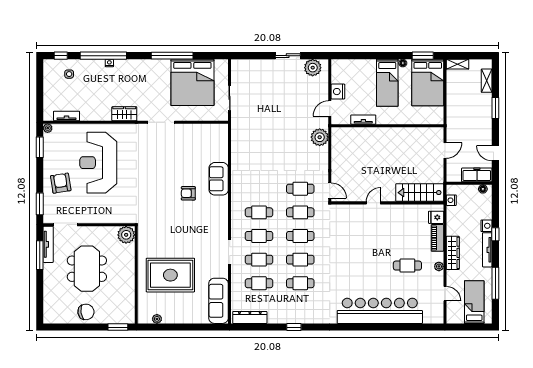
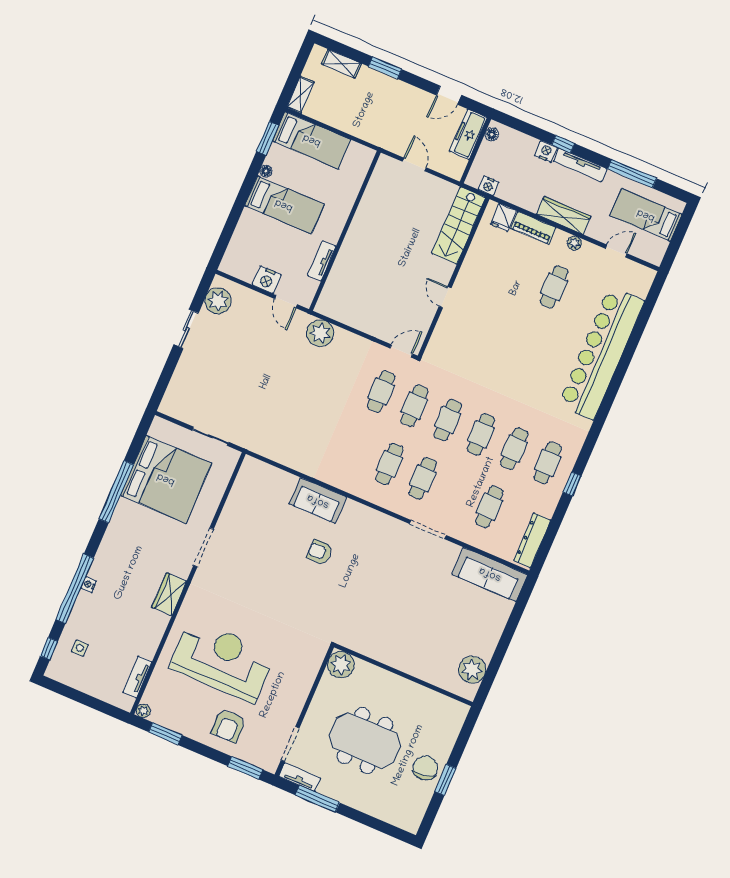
bed: (428, 82) -> (312, 140), width x0.67
reception desk: (98, 163) -> (222, 660), turned 180
armchair: (61, 183) -> (229, 726), turned -81
armchair: (188, 193) -> (320, 552), turned 90
tv unit: (48, 244) -> (300, 777), width x0.71
cafe table: (259, 260) -> (548, 463), moved
rug: (170, 275) -> (424, 627), removed
plant: (157, 319) -> (472, 670), width x1.88, depth x1.88
window: (118, 327) -> (445, 780), moved

